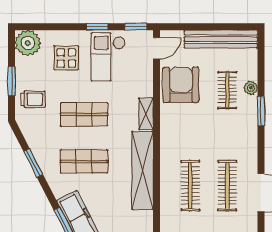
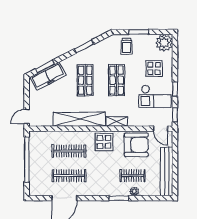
checkout: (108, 57) -> (155, 96), turned 180
display table: (177, 133) -> (104, 142), added

